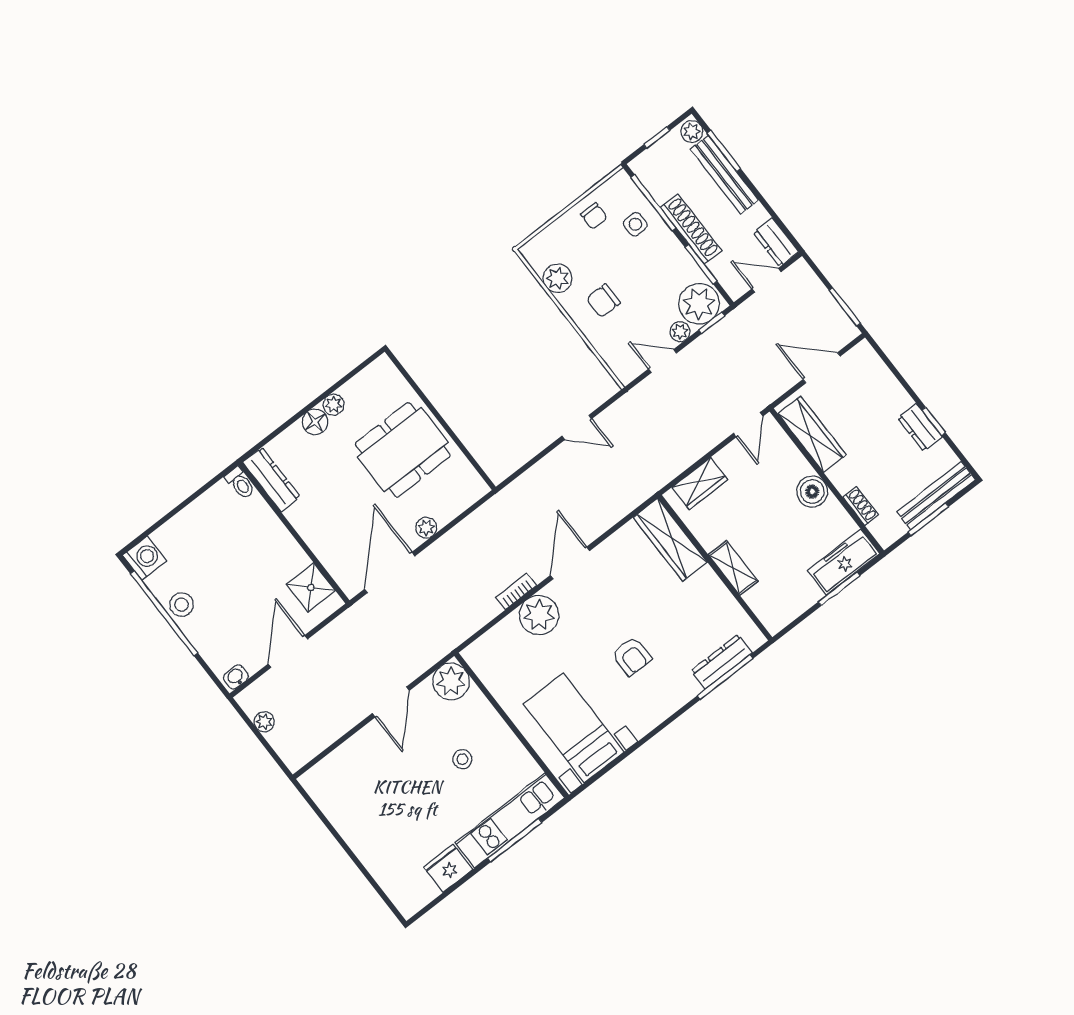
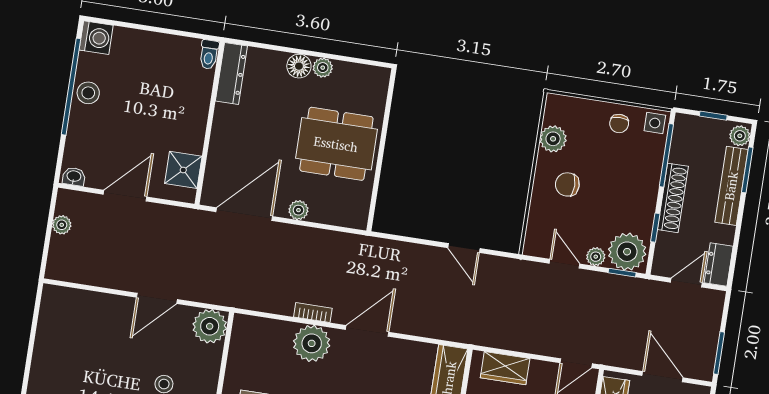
side table: (635, 224) -> (655, 123), moved
window: (701, 264) -> (655, 228), width x0.67
door: (766, 280) -> (686, 283), hinge flipped

